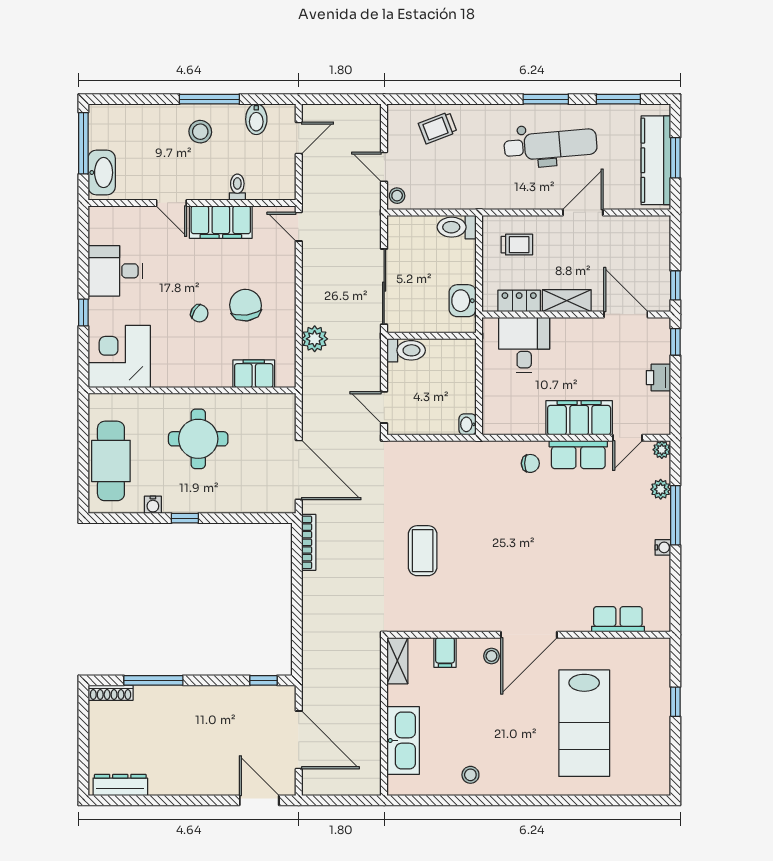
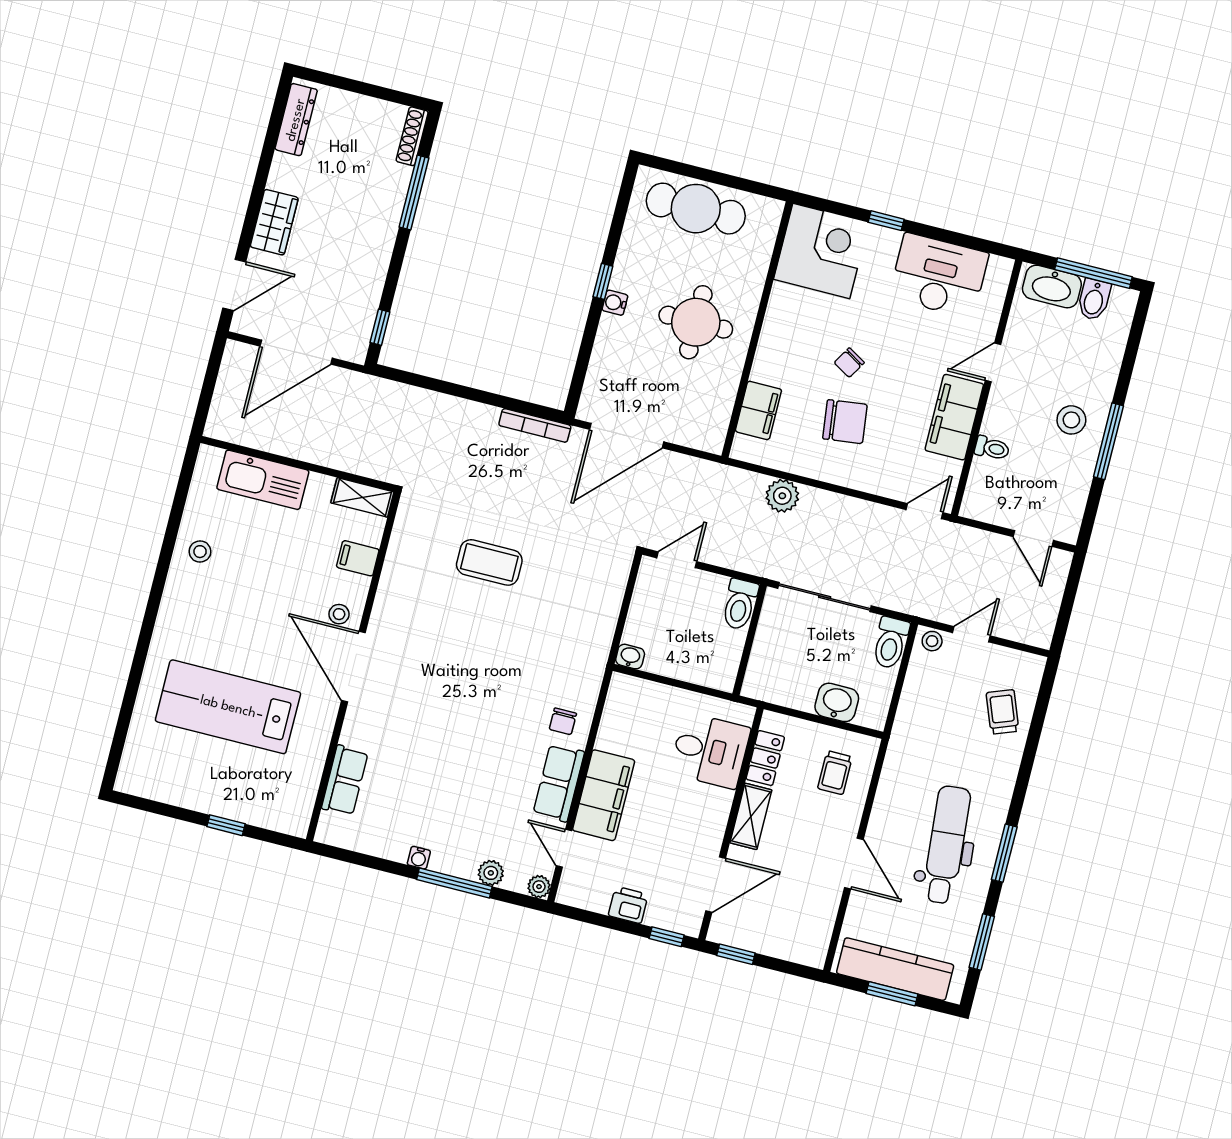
bidet: (256, 119) -> (1094, 299), moved, turned -90
dental chair: (551, 145) -> (947, 845), turned 180
toilet: (457, 227) -> (891, 643), moved, turned 180
desk: (115, 271) -> (939, 276), width x1.37
washbasin: (463, 301) -> (837, 702), moved
water cooler: (153, 505) -> (615, 303), moved
wardrobe: (203, 782) -> (274, 222), added

